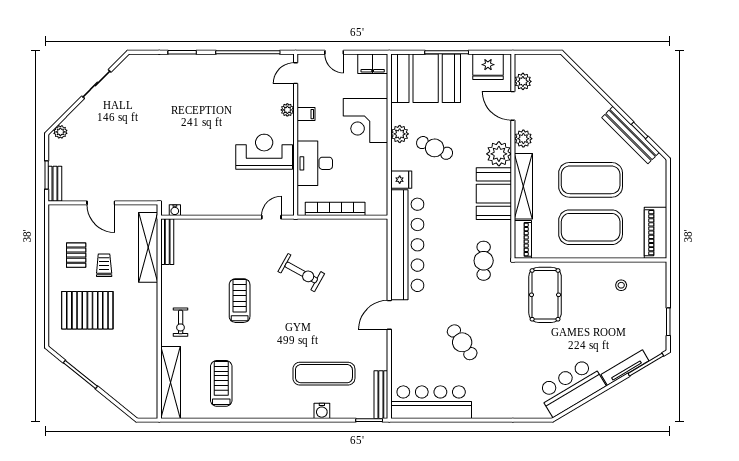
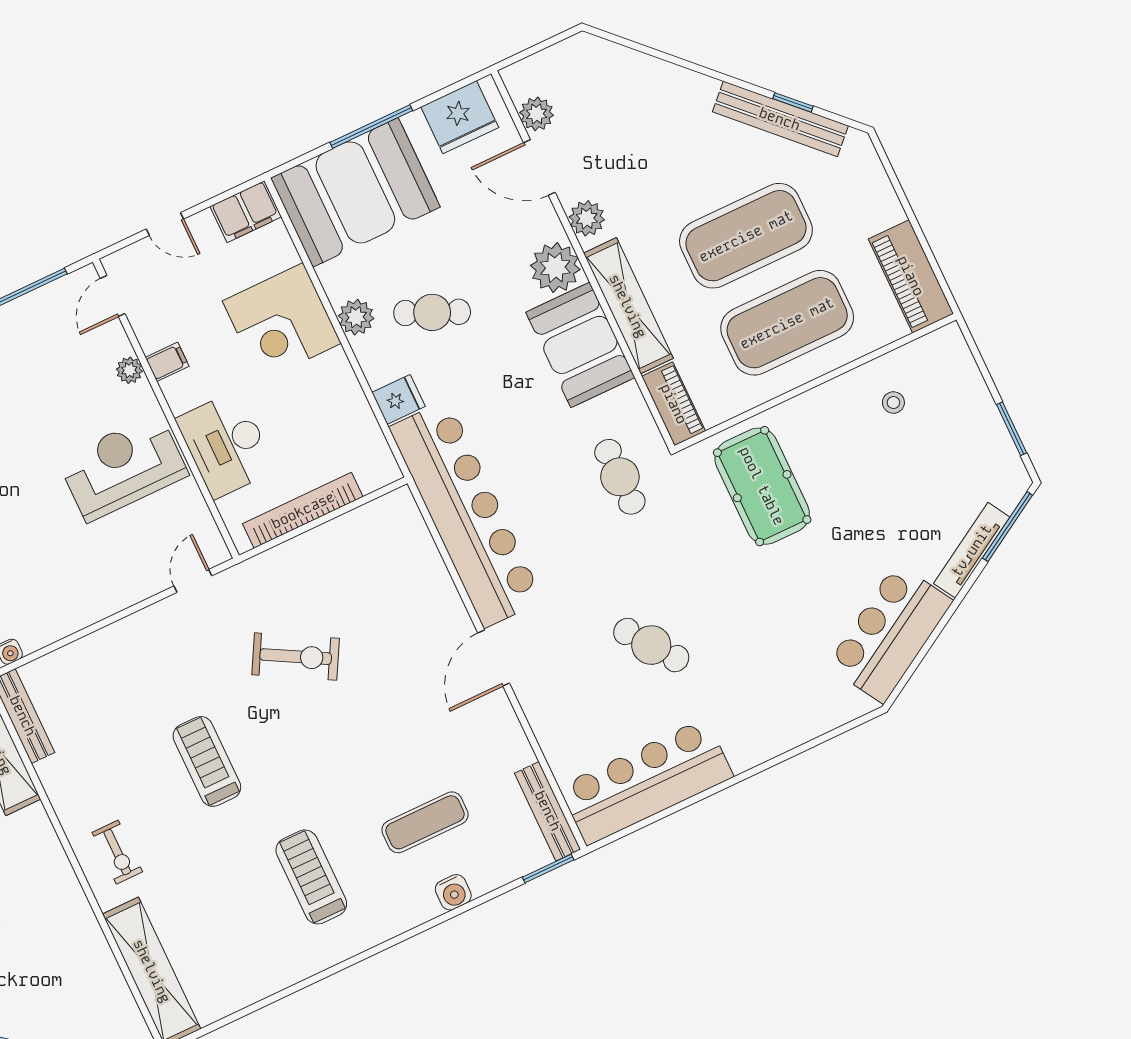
exercise mat: (324, 374) -> (425, 822), width x0.73, depth x0.69
treadmill: (221, 383) -> (311, 877), moved

